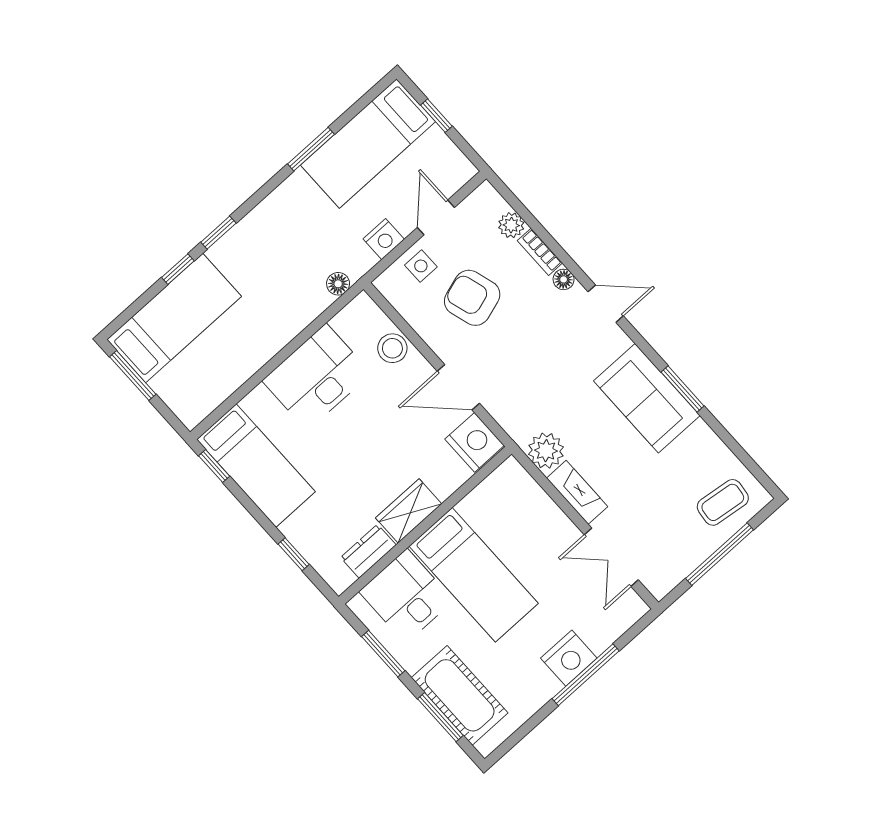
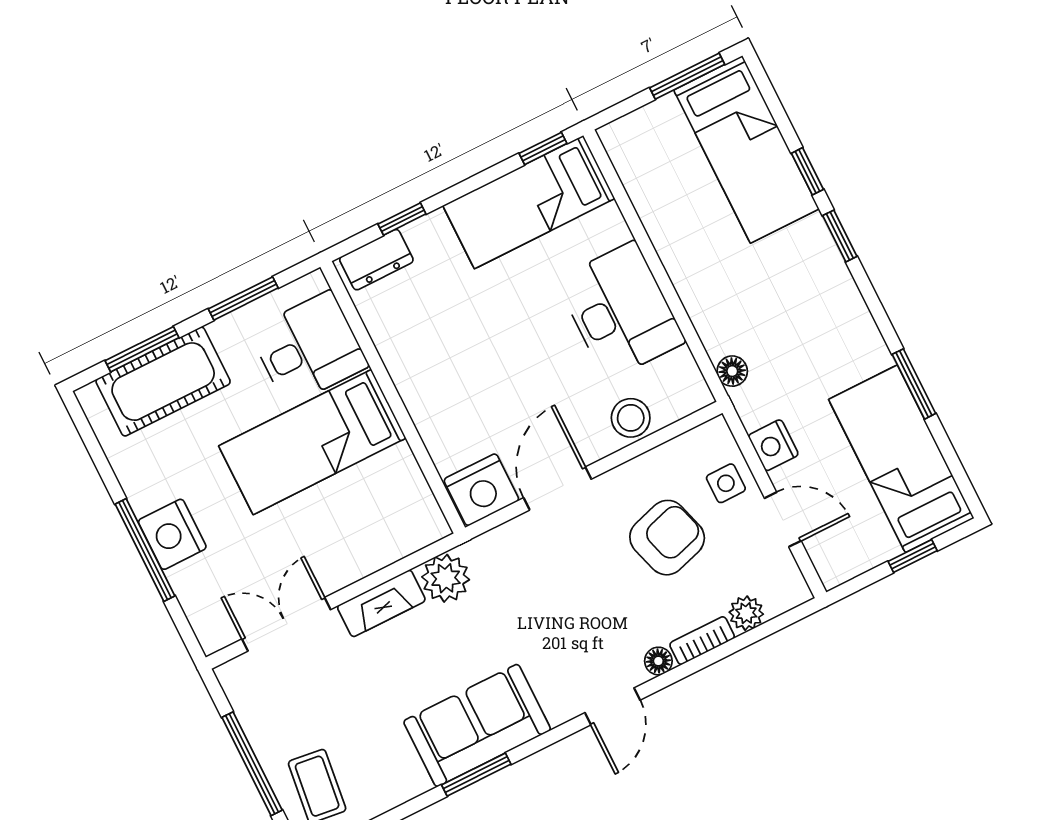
wardrobe: (409, 511) -> (417, 381), removed
dresser: (368, 551) -> (376, 260), moved, turned 90

